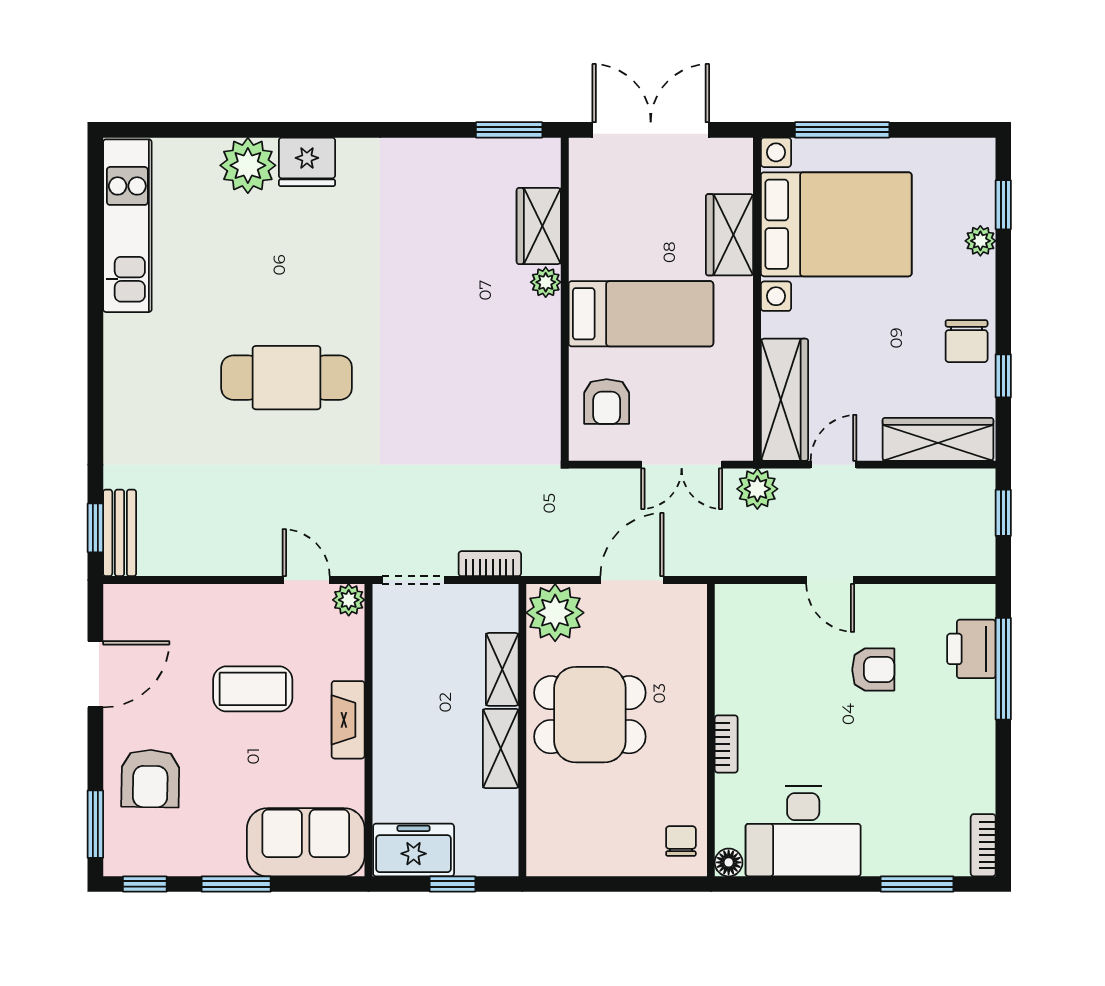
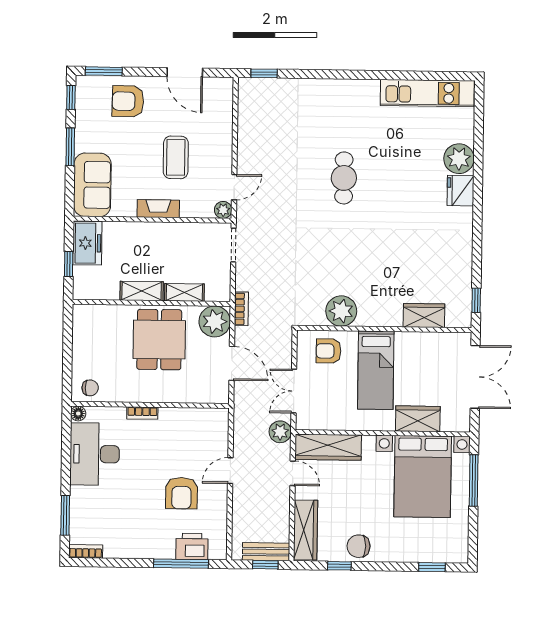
window: (509, 130) -> (476, 300), width x0.67
plant: (980, 241) -> (413, 554), removed
plant: (546, 282) -> (341, 311), moved, width x1.88, depth x1.88
cafe table: (287, 378) -> (344, 178), width x0.73, depth x0.74
bench: (120, 533) -> (266, 552), moved
bookcase: (490, 564) -> (241, 309), moved
armchair: (873, 670) -> (181, 493), width x1.38, depth x1.38

